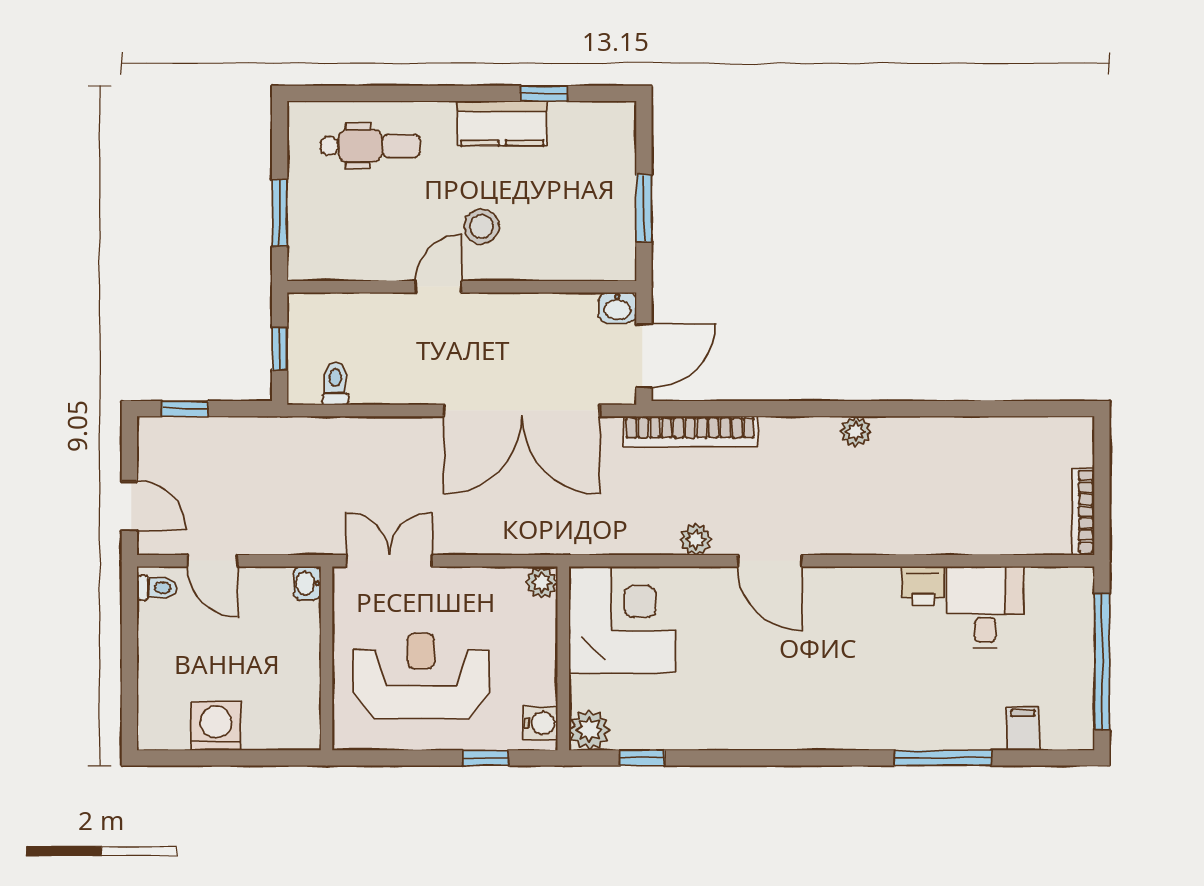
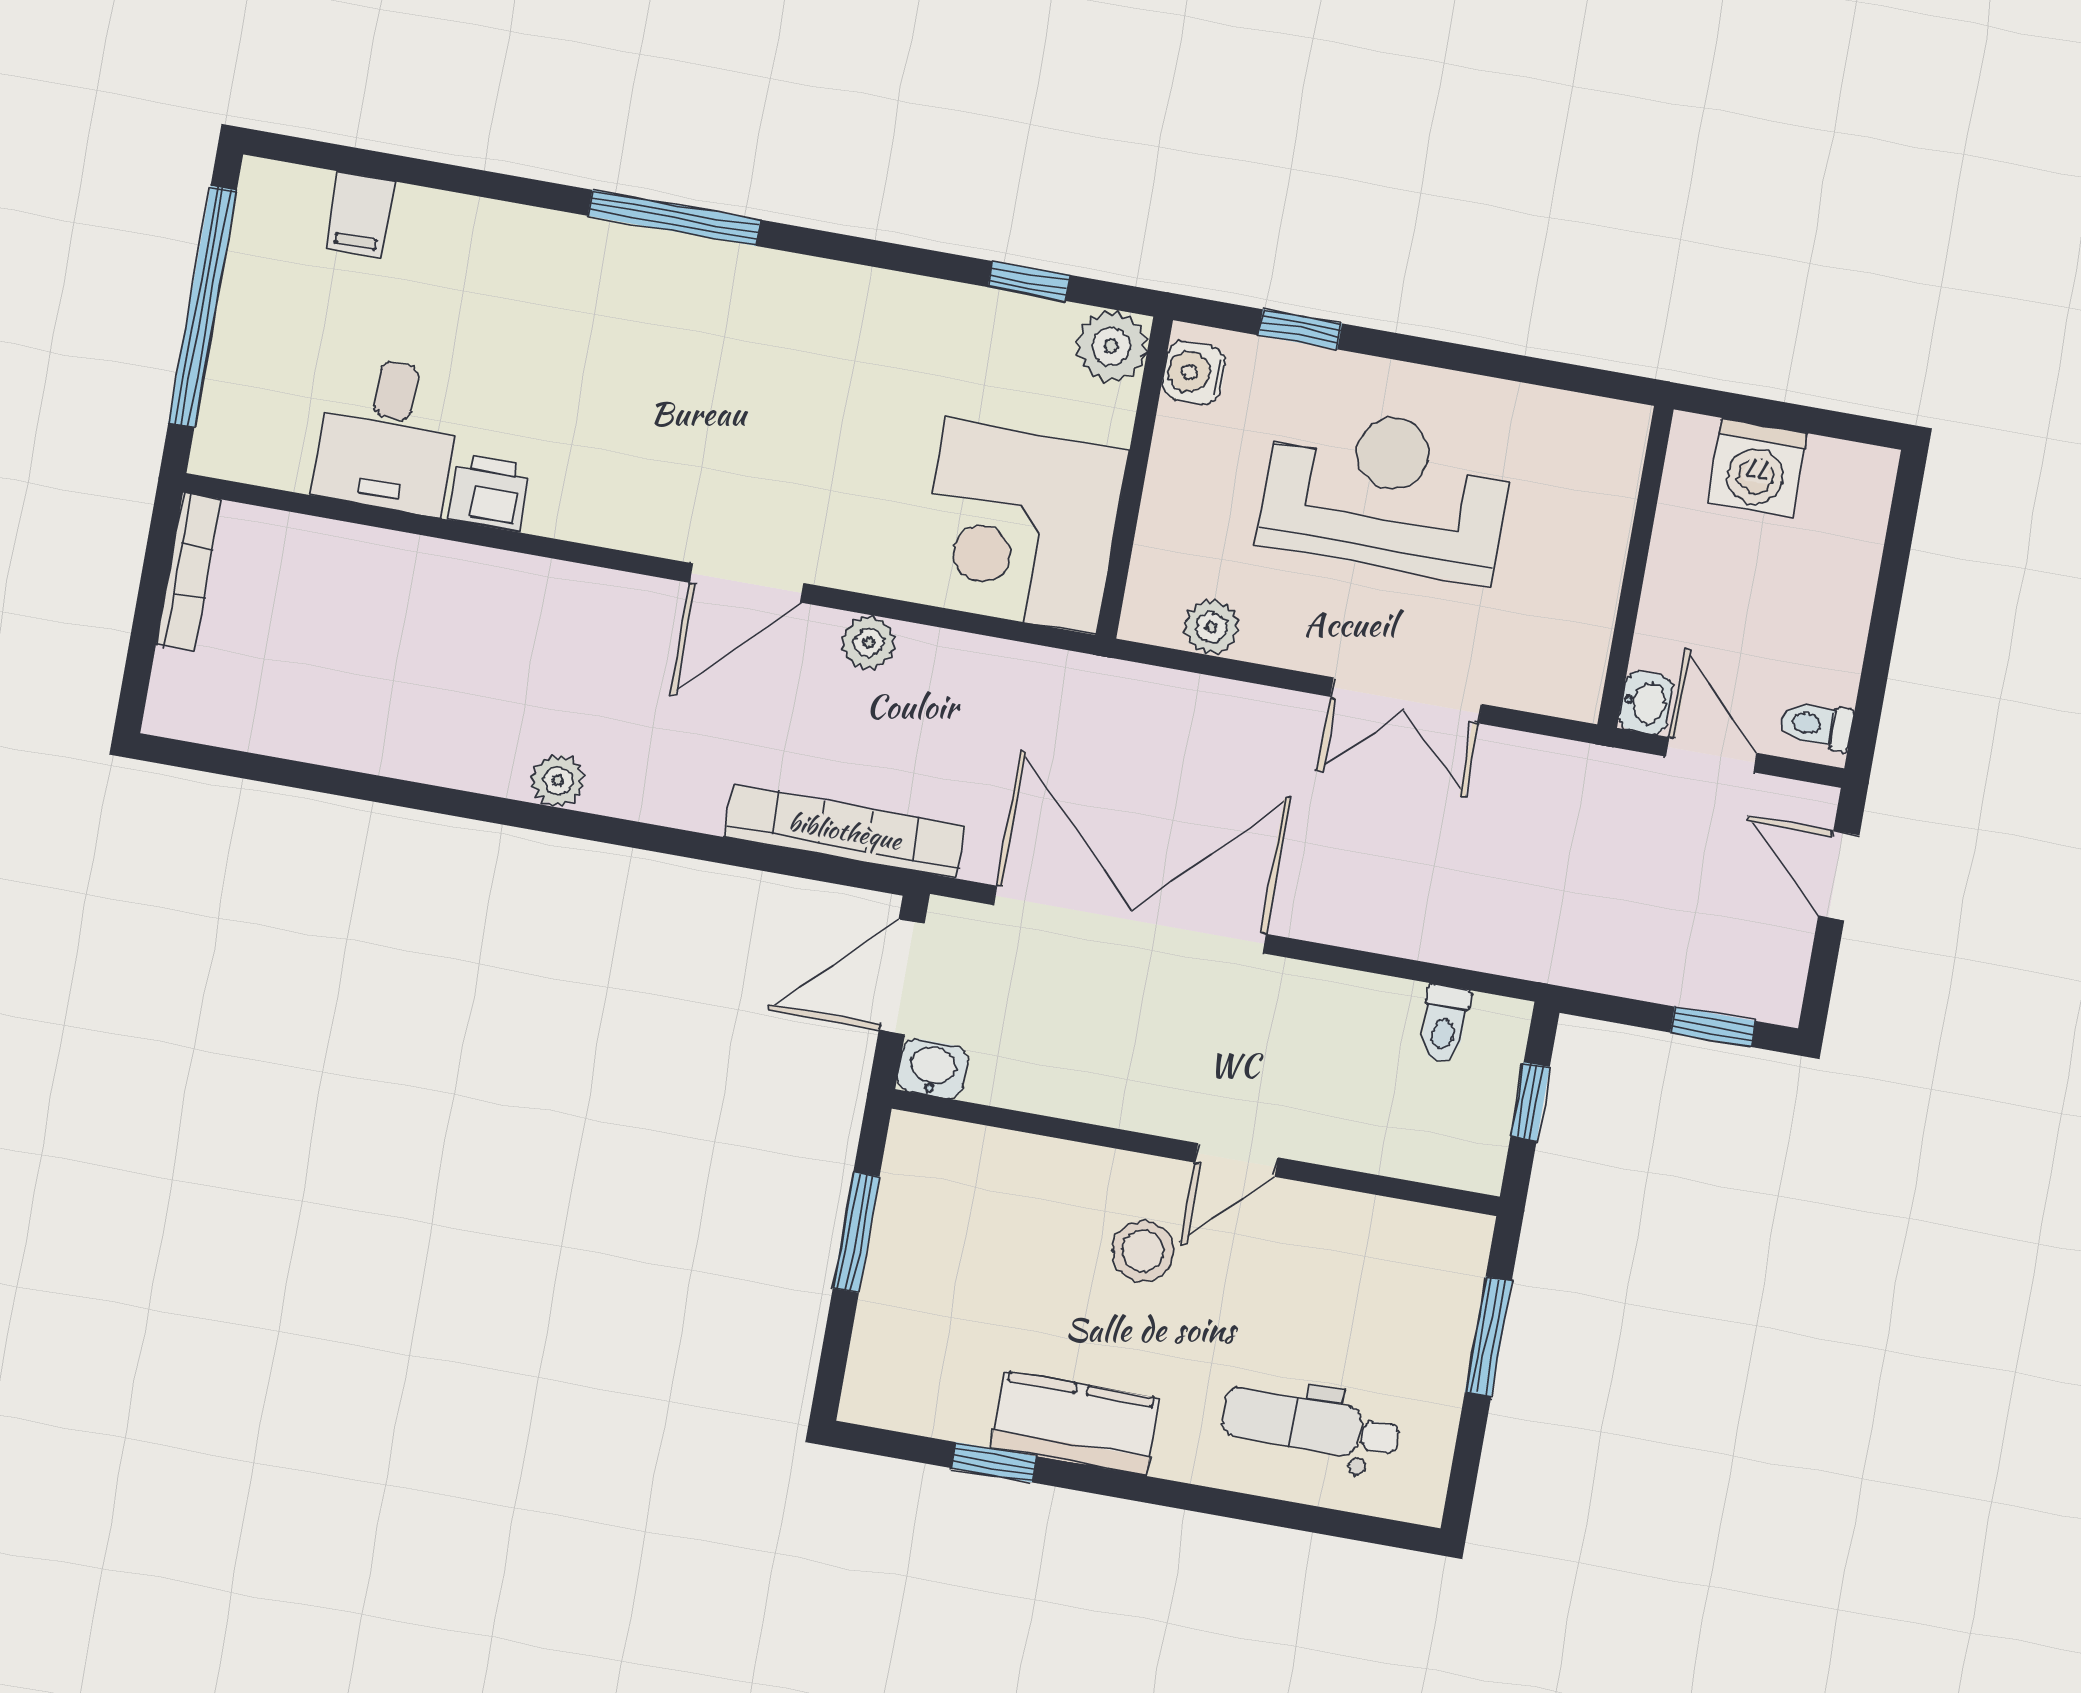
door: (770, 561) -> (747, 583), swing flipped
plant: (542, 582) -> (1211, 627), moved
washbasin: (307, 583) -> (1646, 703), moved
wall: (327, 658) -> (1635, 567), moved
reception desk: (421, 676) -> (1386, 492), turned 180
window: (943, 758) -> (674, 218), moved

